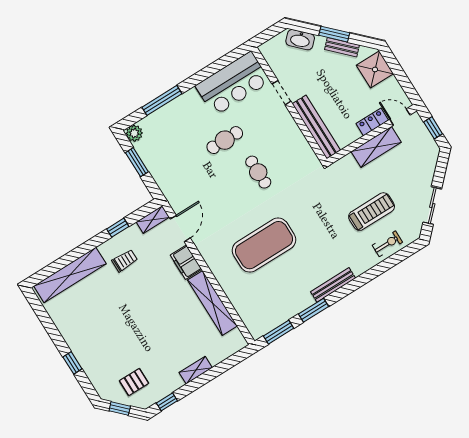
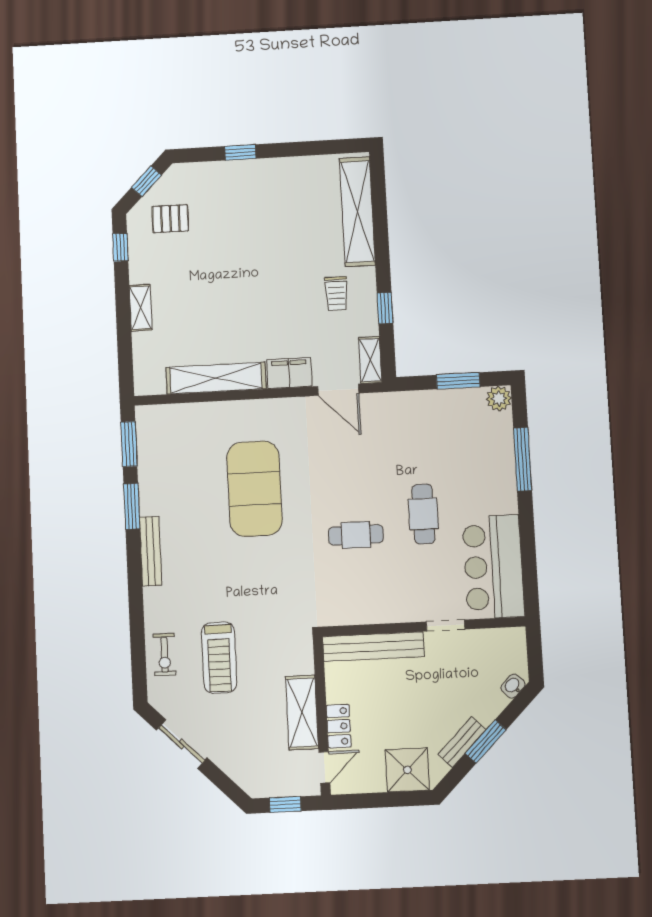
washbasin: (300, 40) -> (513, 686), width x0.52, depth x0.69
pallet: (134, 382) -> (170, 219), turned 90

